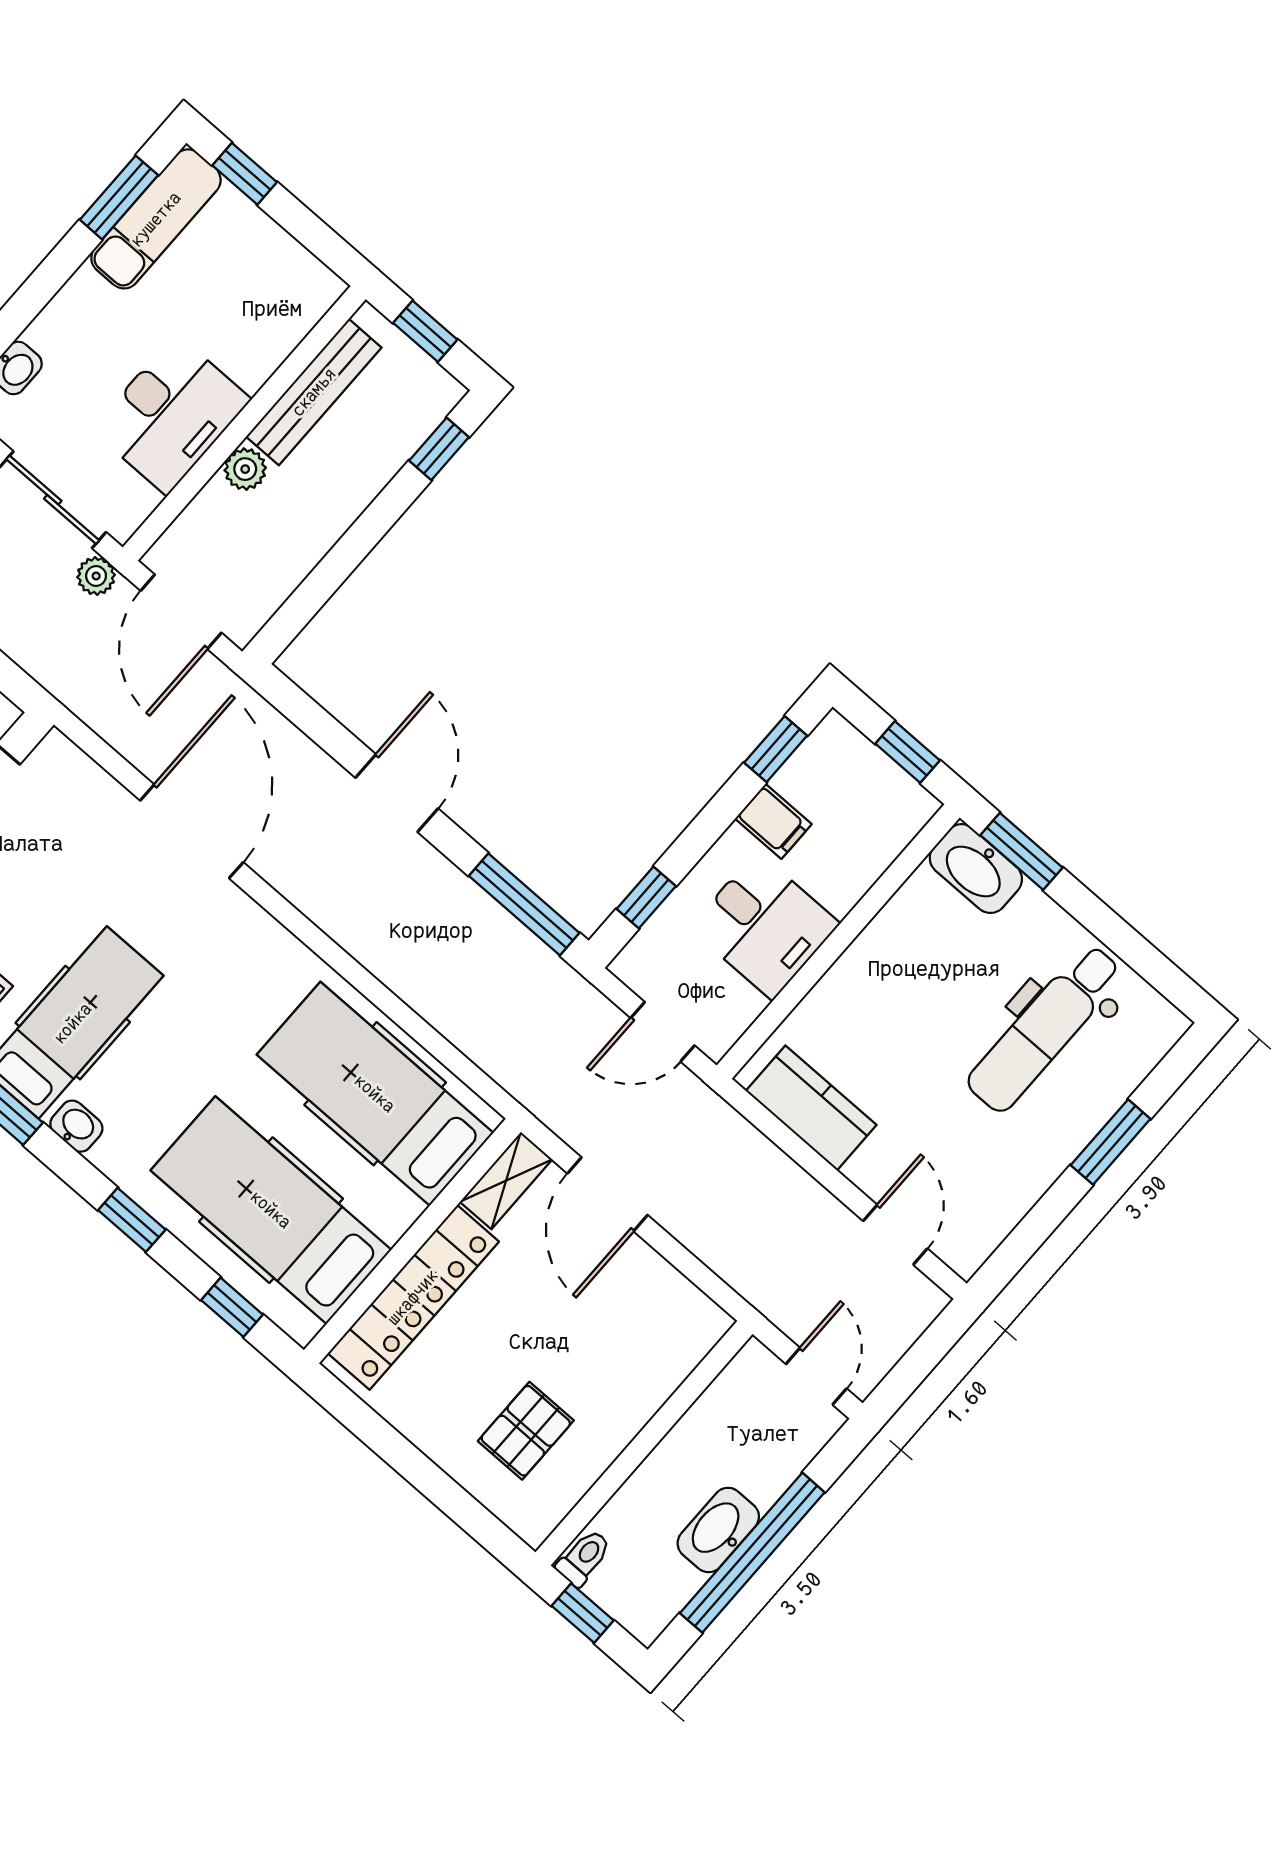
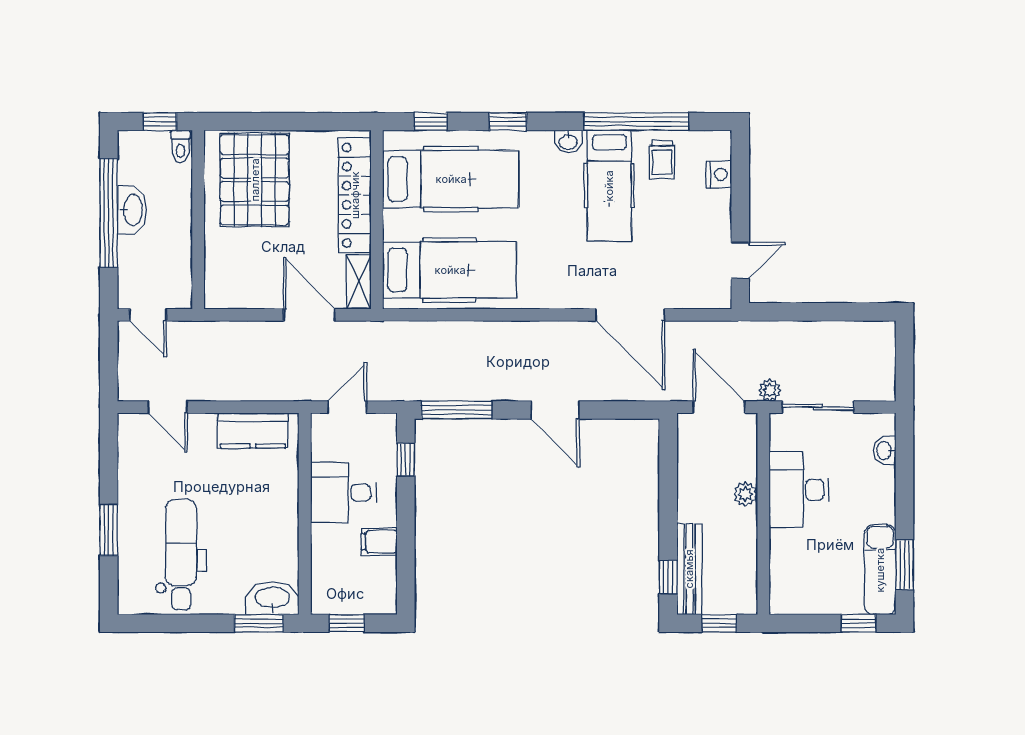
bench: (314, 392) -> (689, 569), moved
window: (776, 749) -> (406, 574), removed
pallet: (526, 1431) -> (255, 180), width x2.05, depth x2.00

